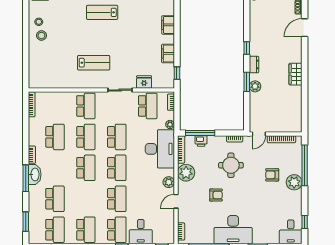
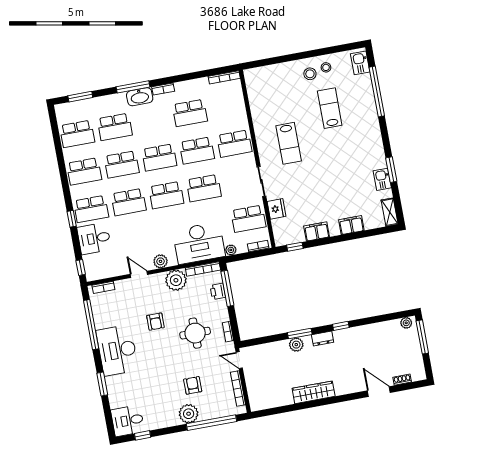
lab bench: (102, 12) -> (330, 108), moved
wardrobe: (296, 74) -> (314, 392), width x1.50
school desk: (86, 199) -> (122, 164), added

